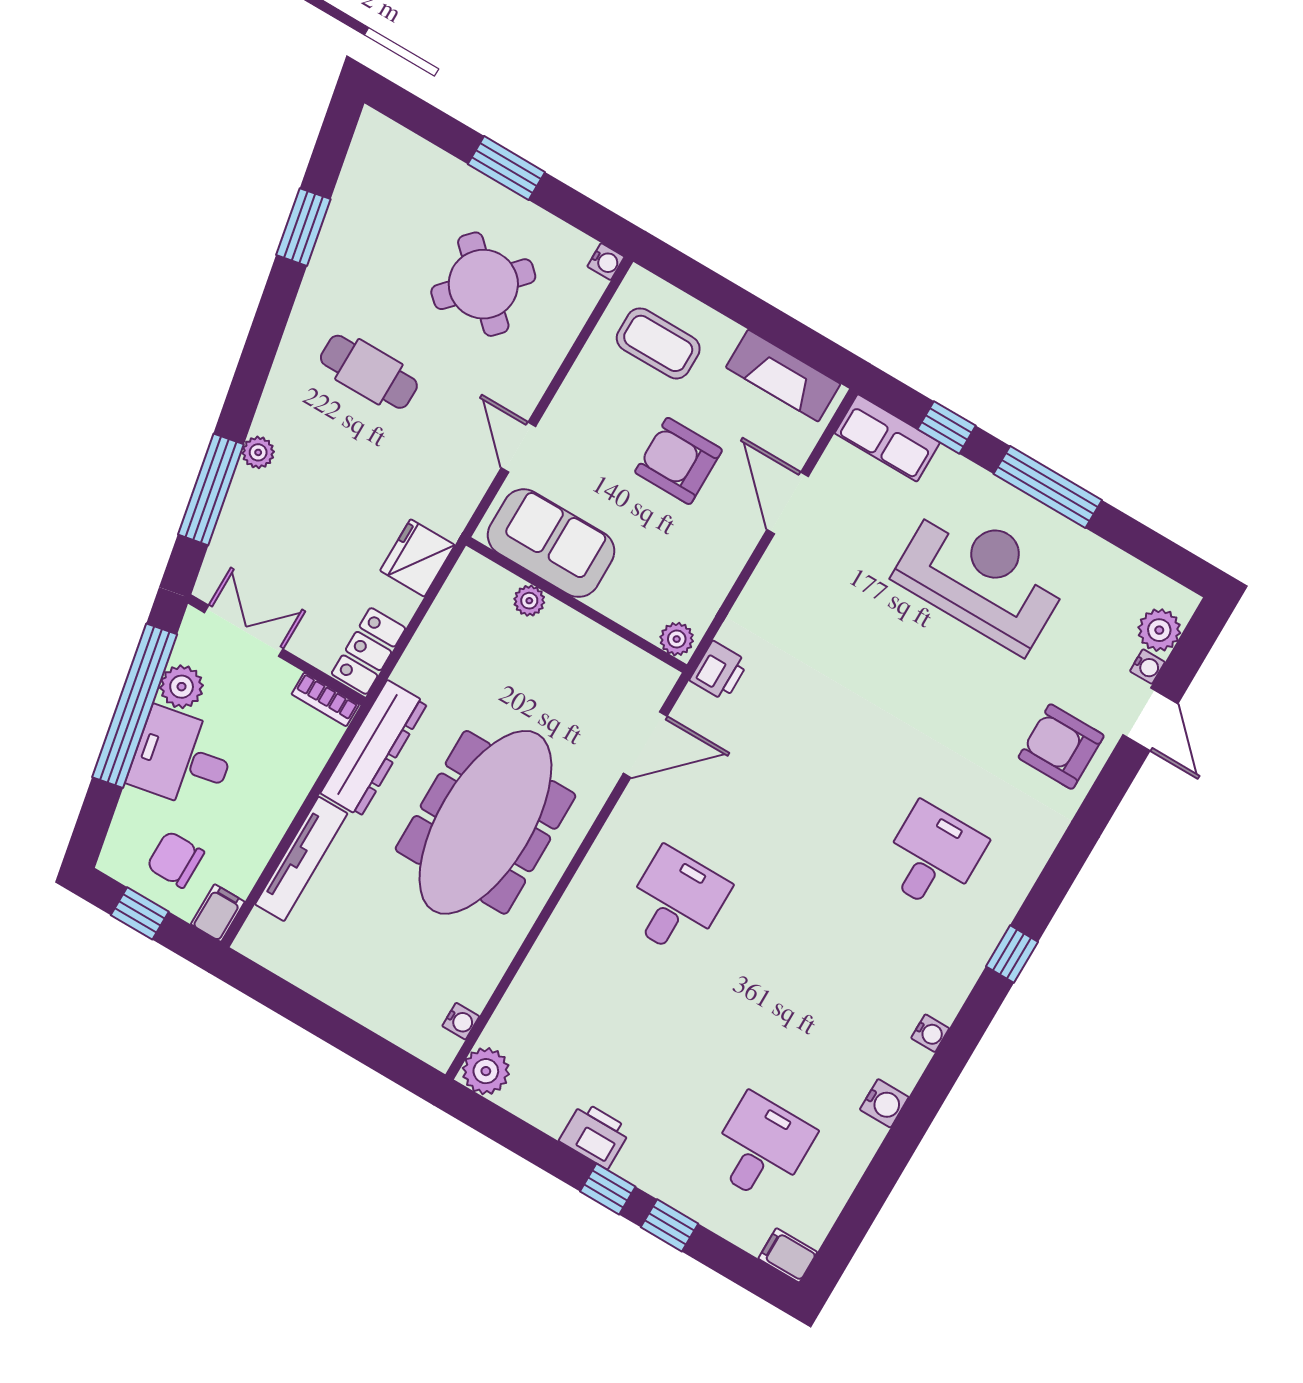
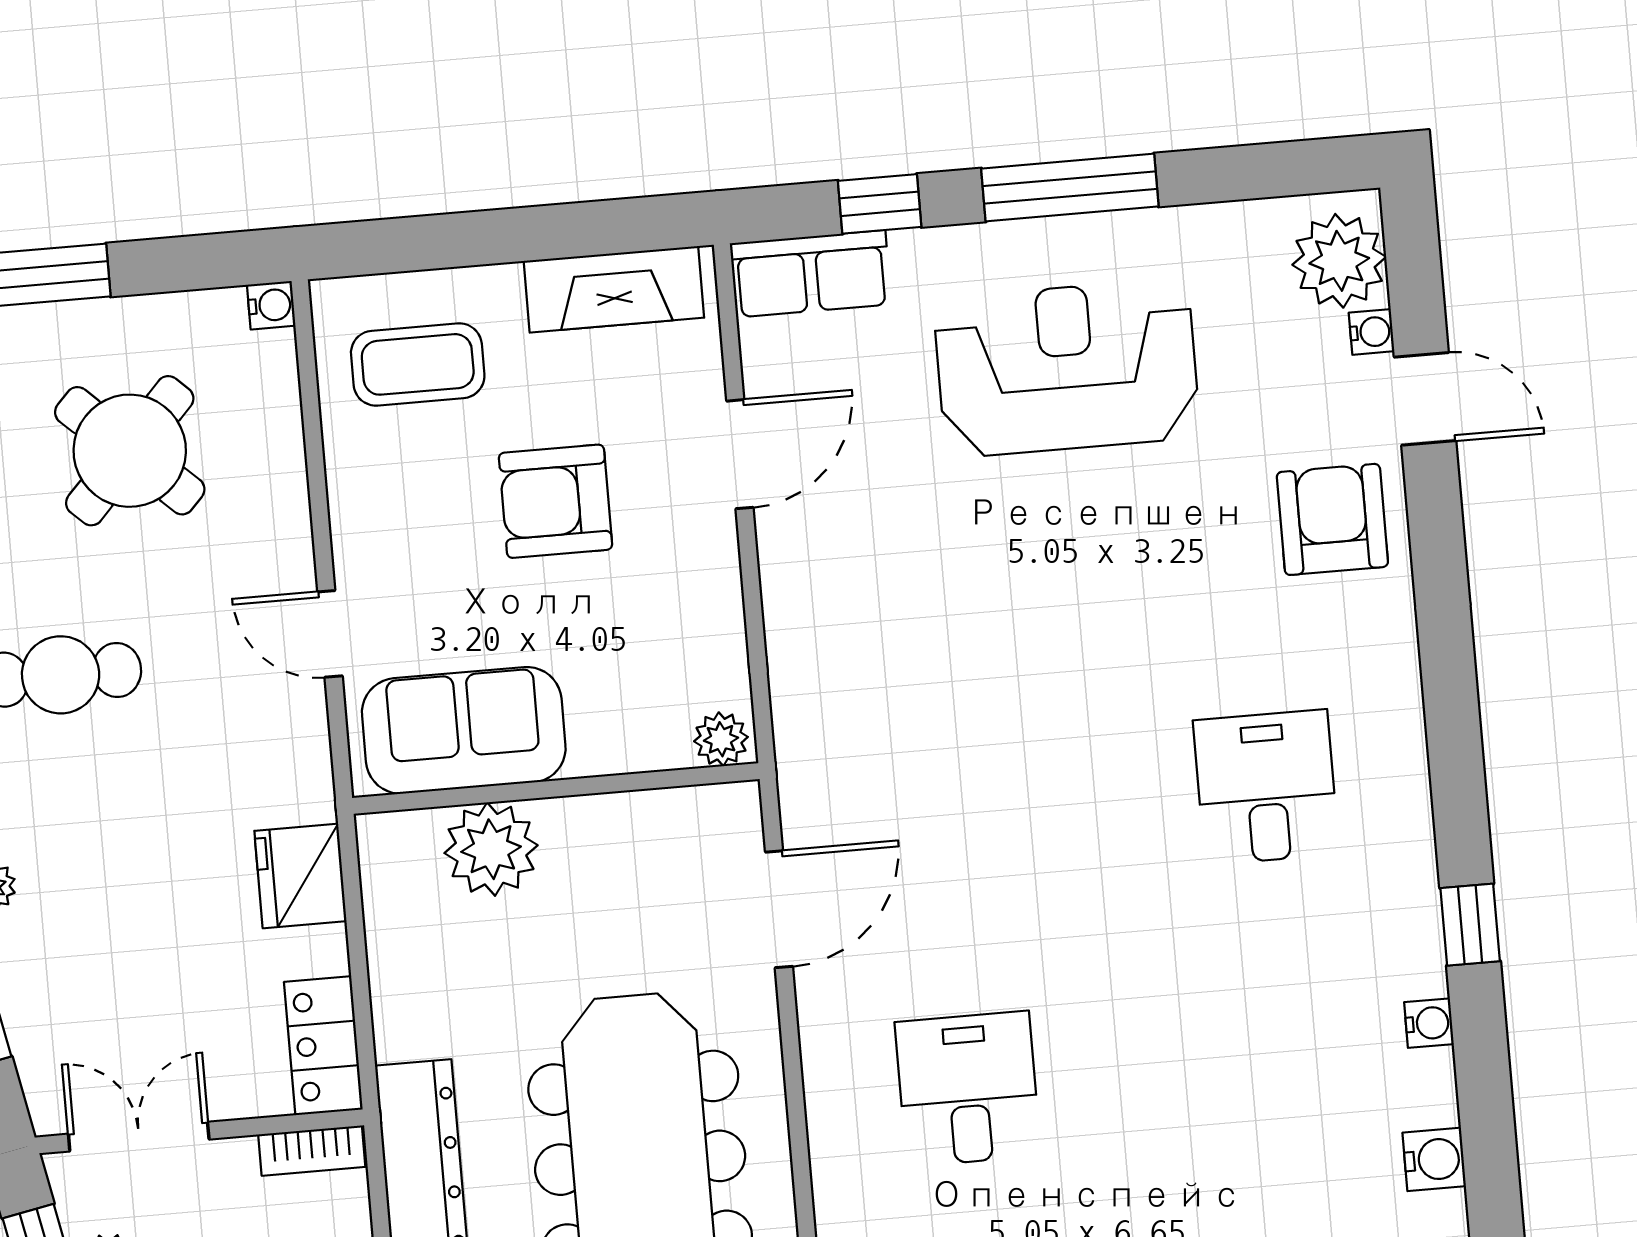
door: (788, 503) -> (740, 454), swing flipped
plant: (529, 601) -> (491, 849), width x1.88, depth x1.88
plant: (1159, 630) -> (1339, 261), width x1.36, depth x1.36
printer: (719, 671) -> (807, 742), removed
armchair: (1061, 747) -> (1332, 519), turned 90
window: (1012, 954) -> (1470, 925), moved

